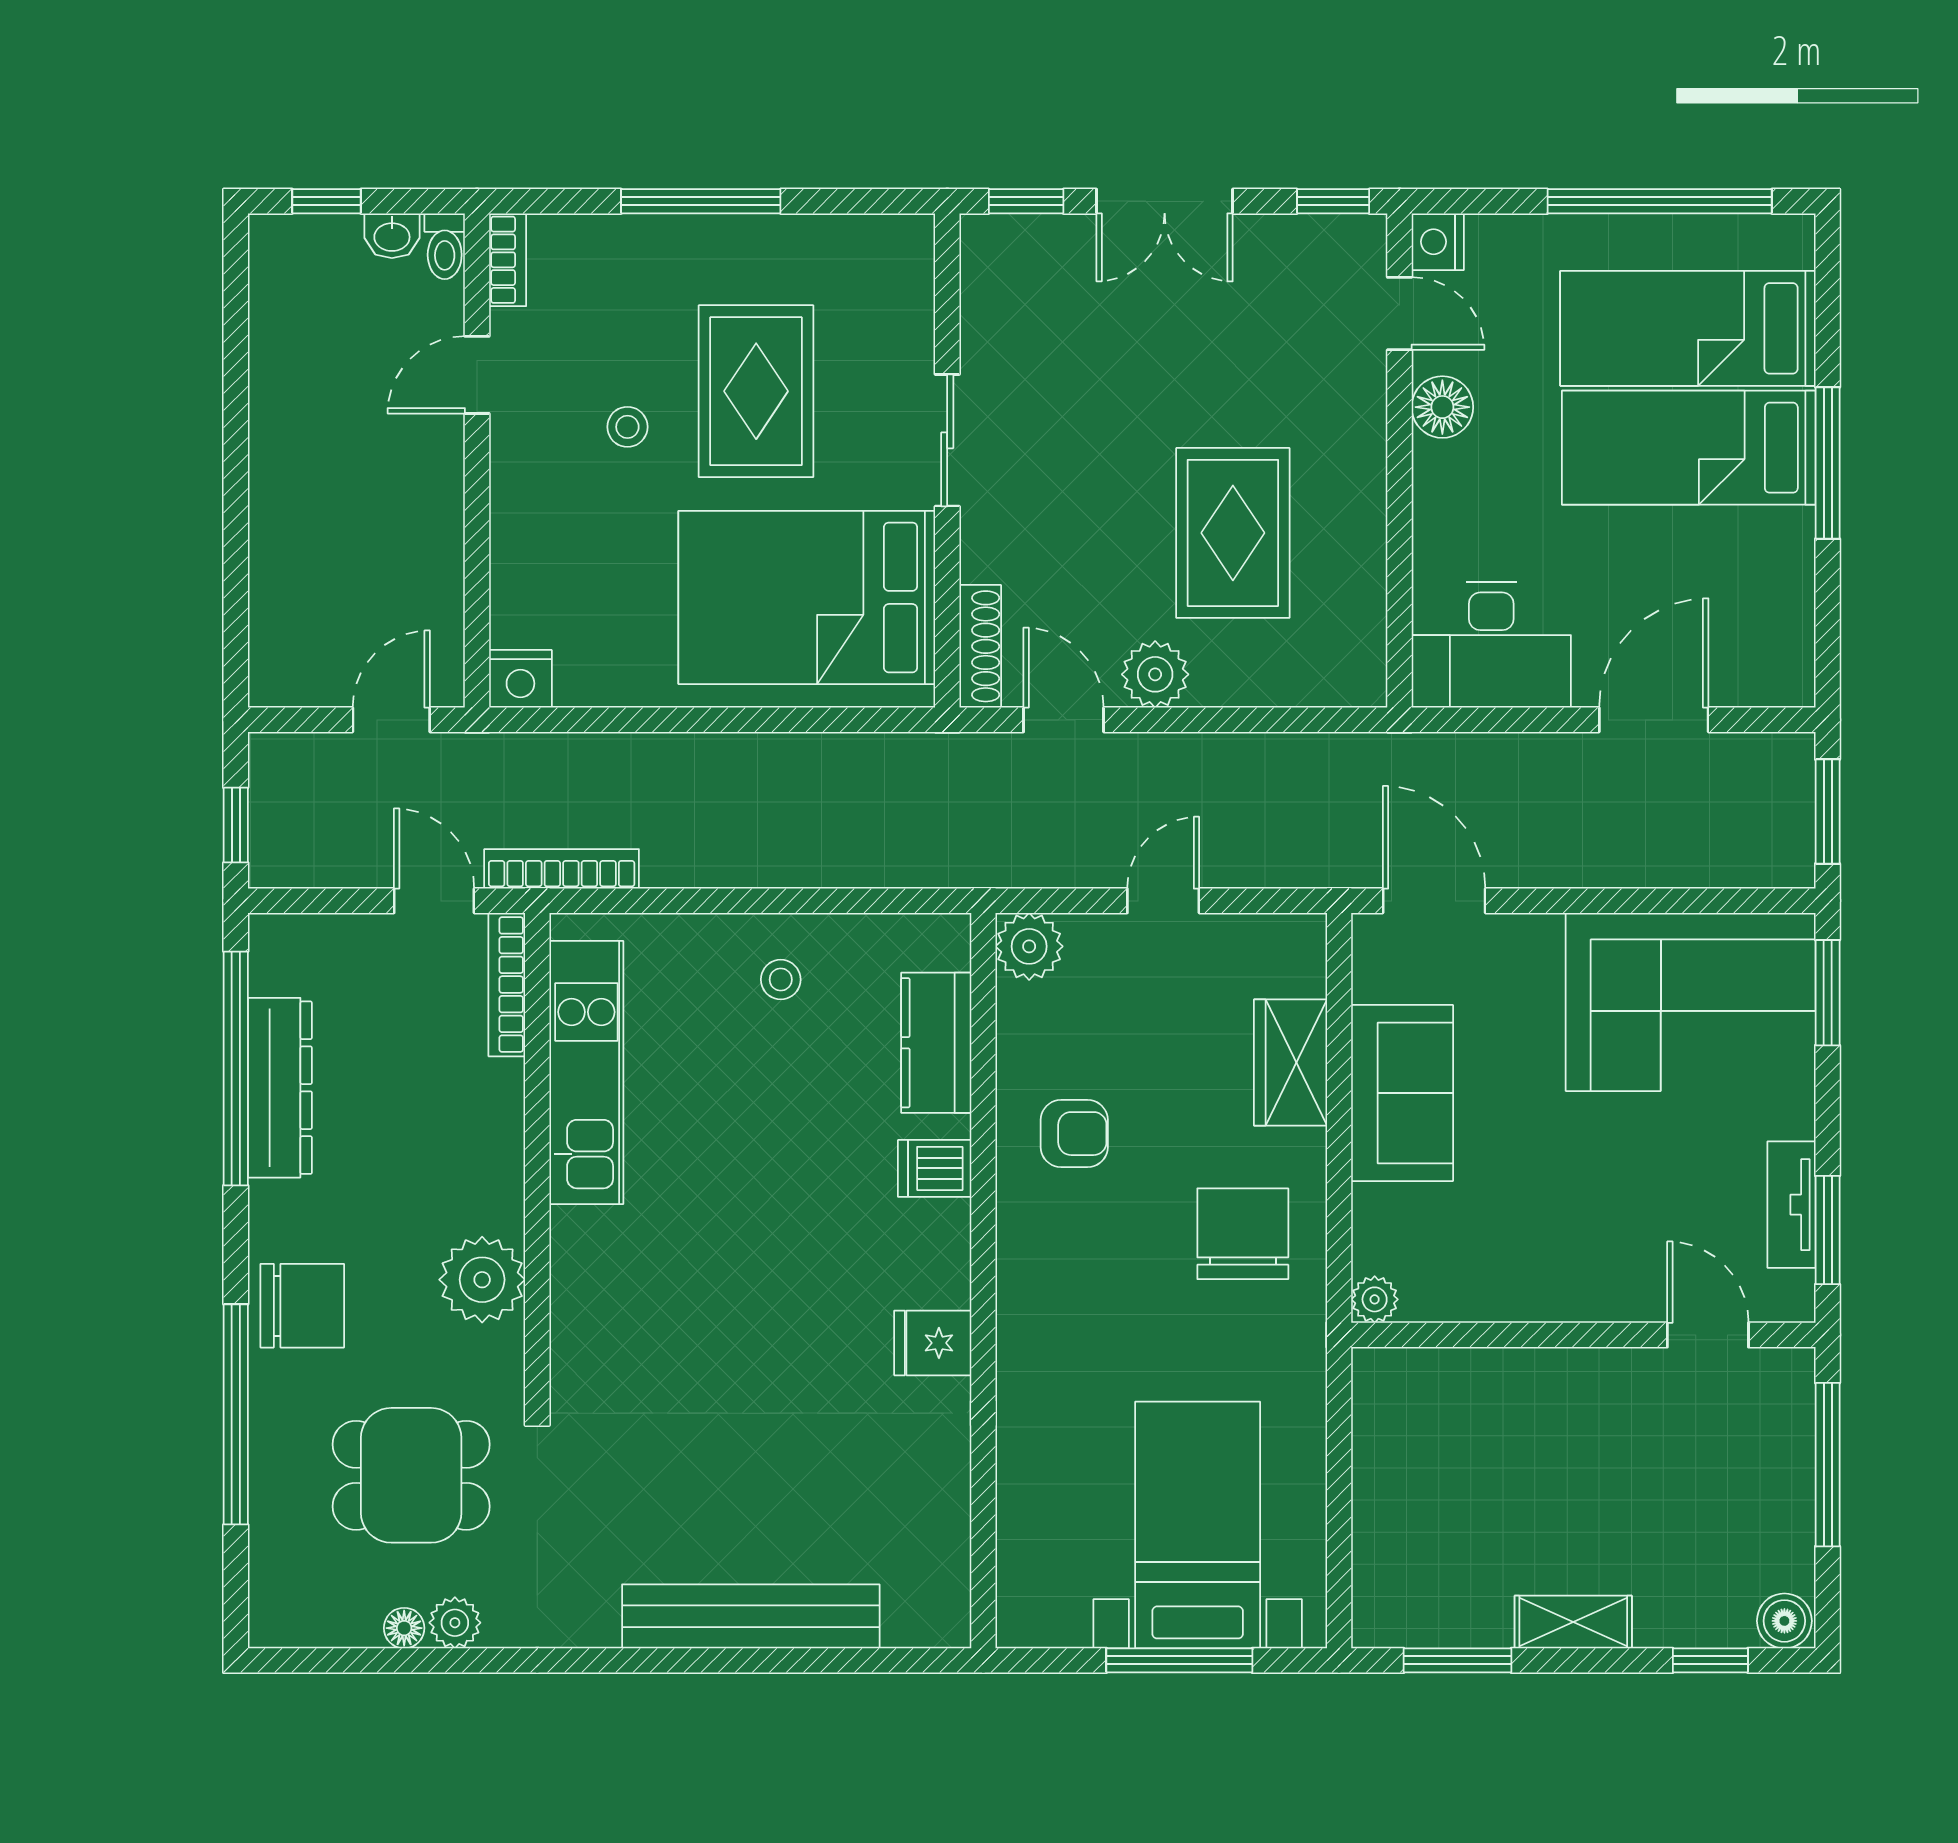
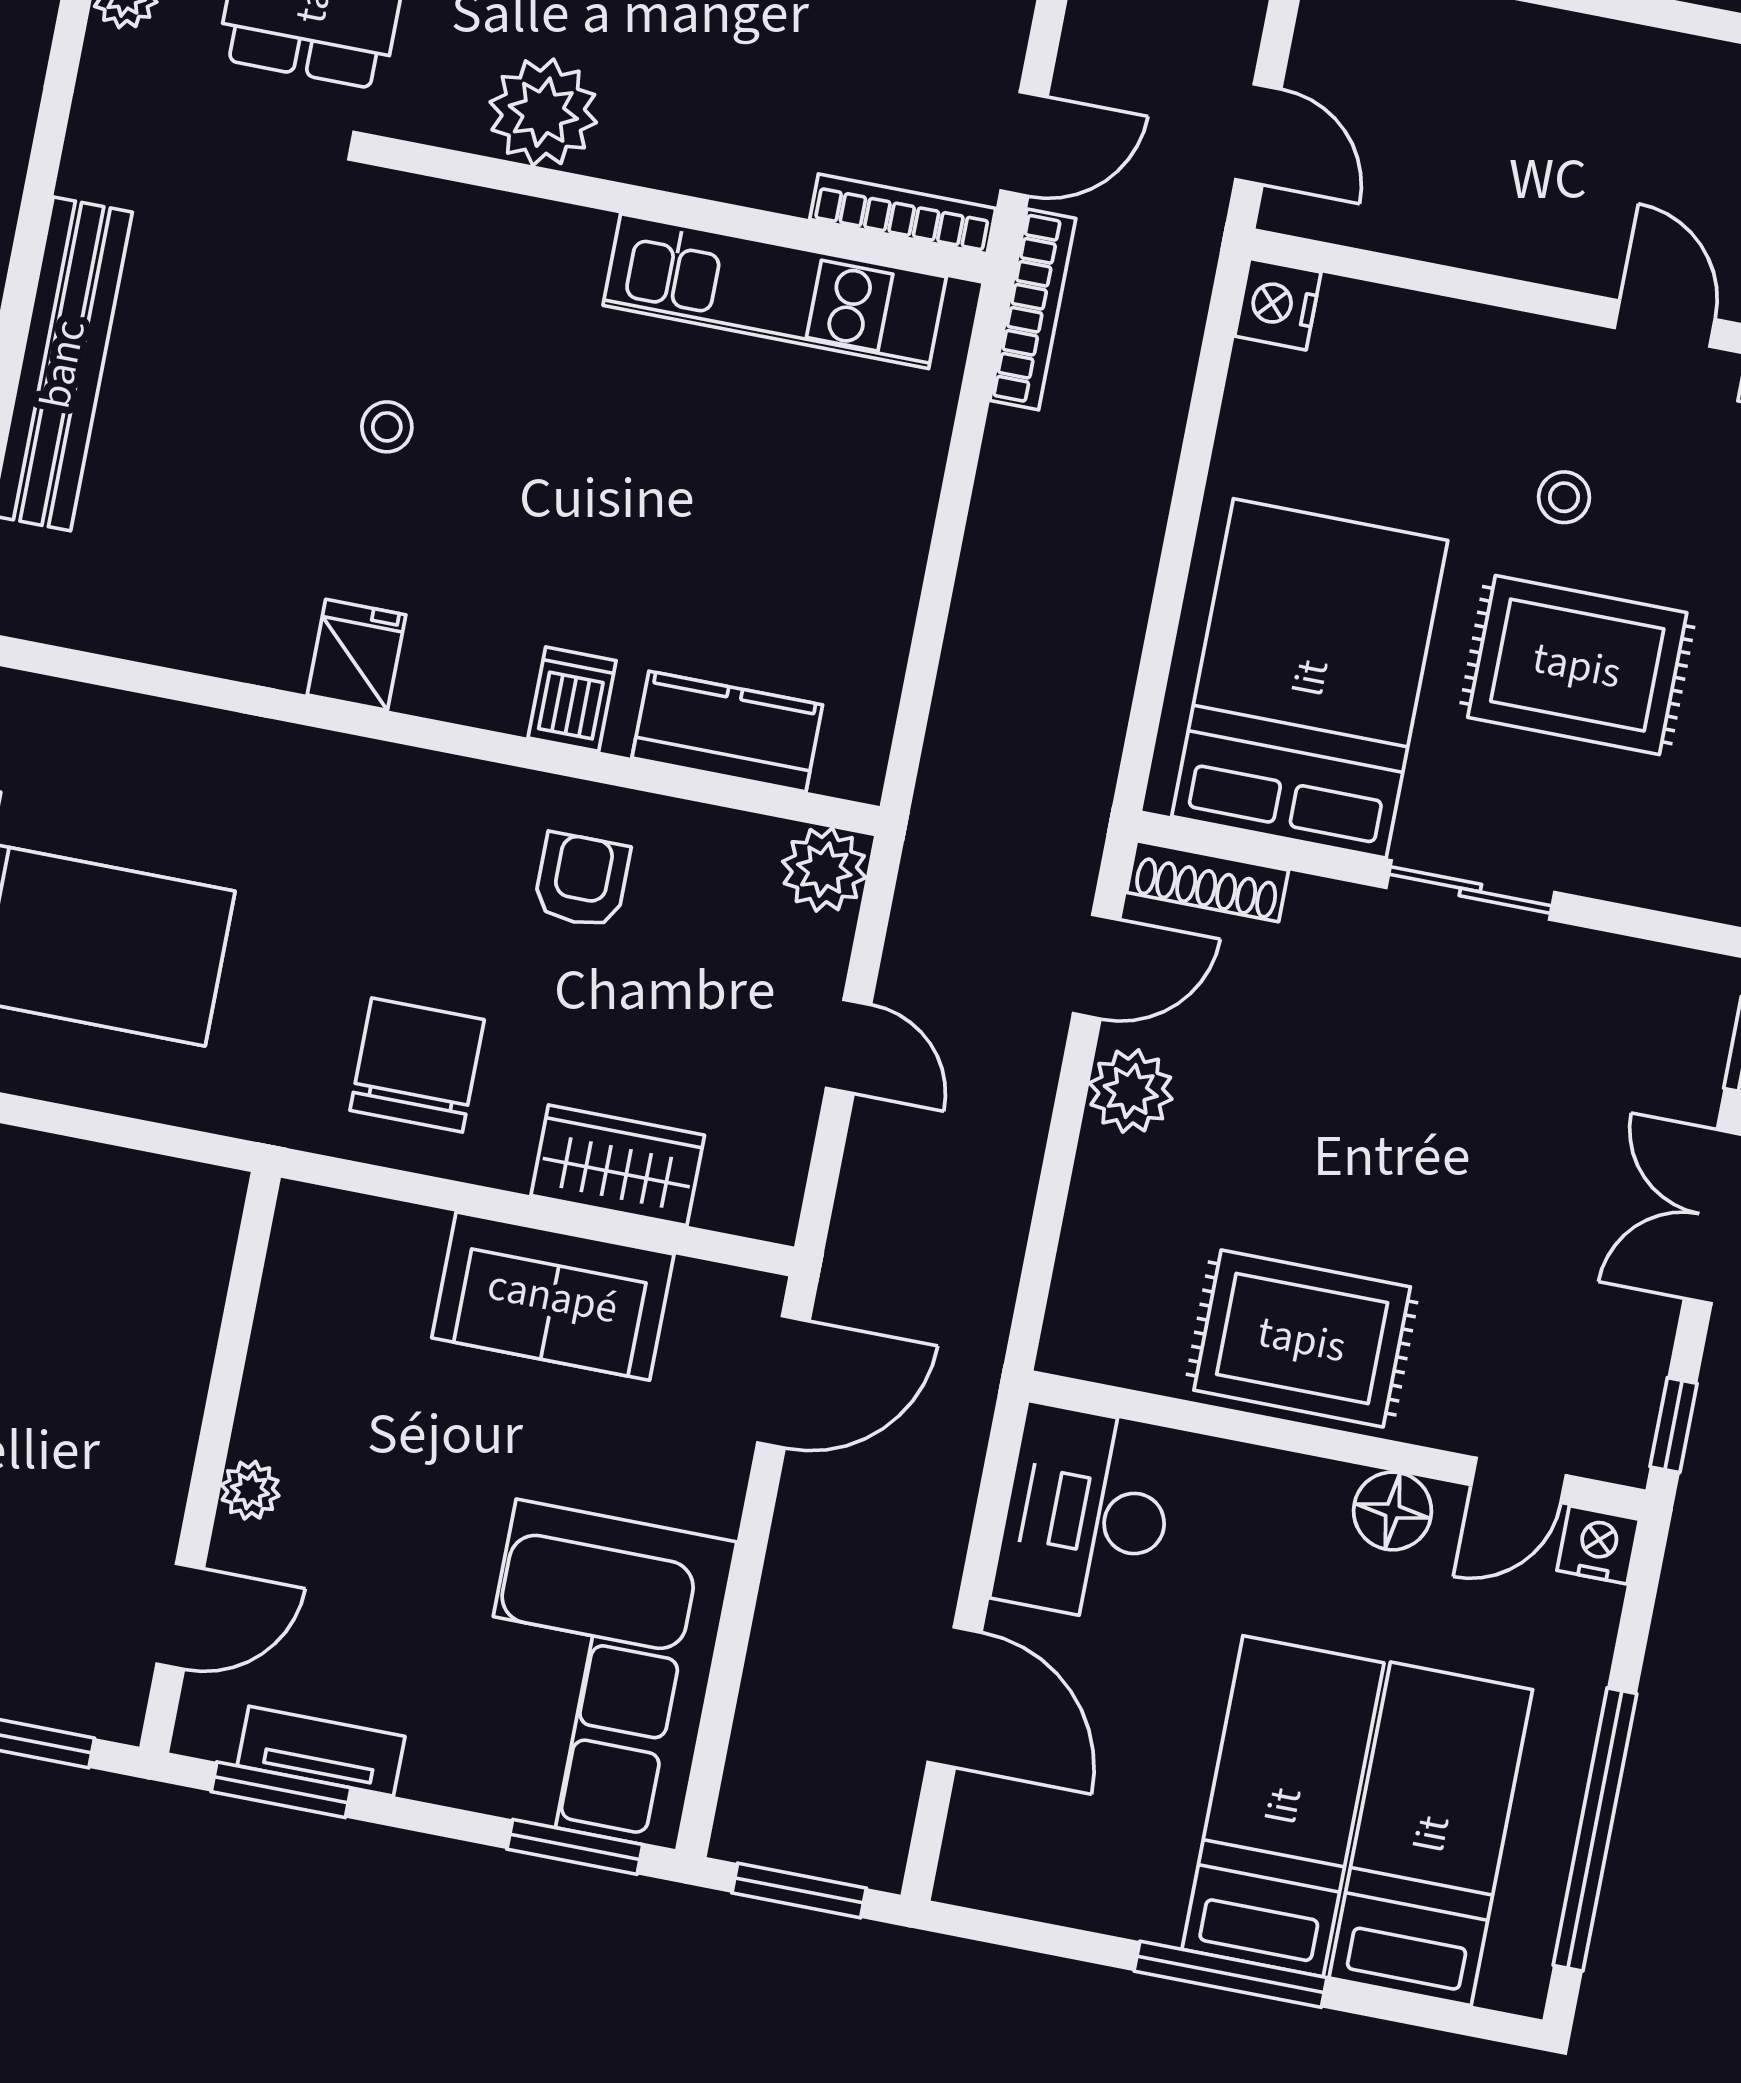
rug: (1233, 533) -> (1302, 1339), moved
stool: (781, 980) -> (387, 427), moved
armchair: (1074, 1134) -> (582, 880), turned 180
chair: (1243, 1234) -> (417, 1065), turned -90
plant: (1375, 1299) -> (250, 1490), moved

